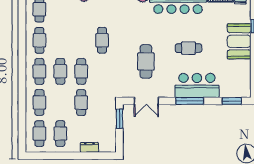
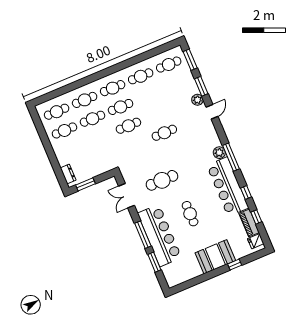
bar counter: (197, 85) -> (160, 235), width x1.36
window: (232, 101) -> (154, 262), moved
cafe table: (81, 102) -> (92, 119), moved
window: (119, 119) -> (86, 184), moved
dresser: (89, 147) -> (68, 174), moved

